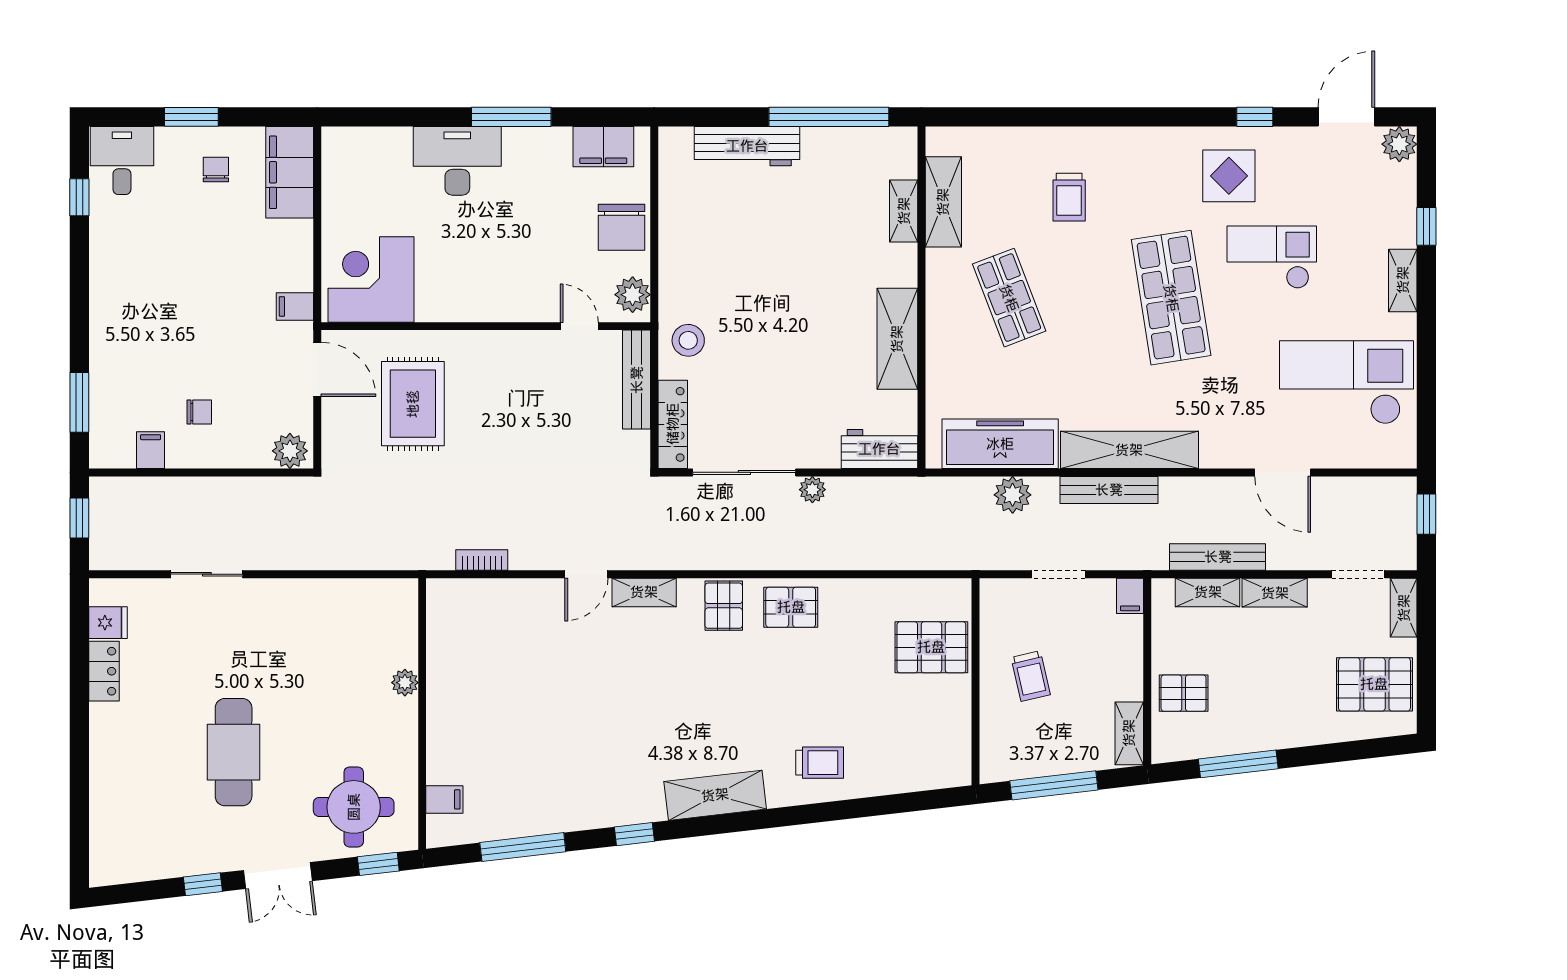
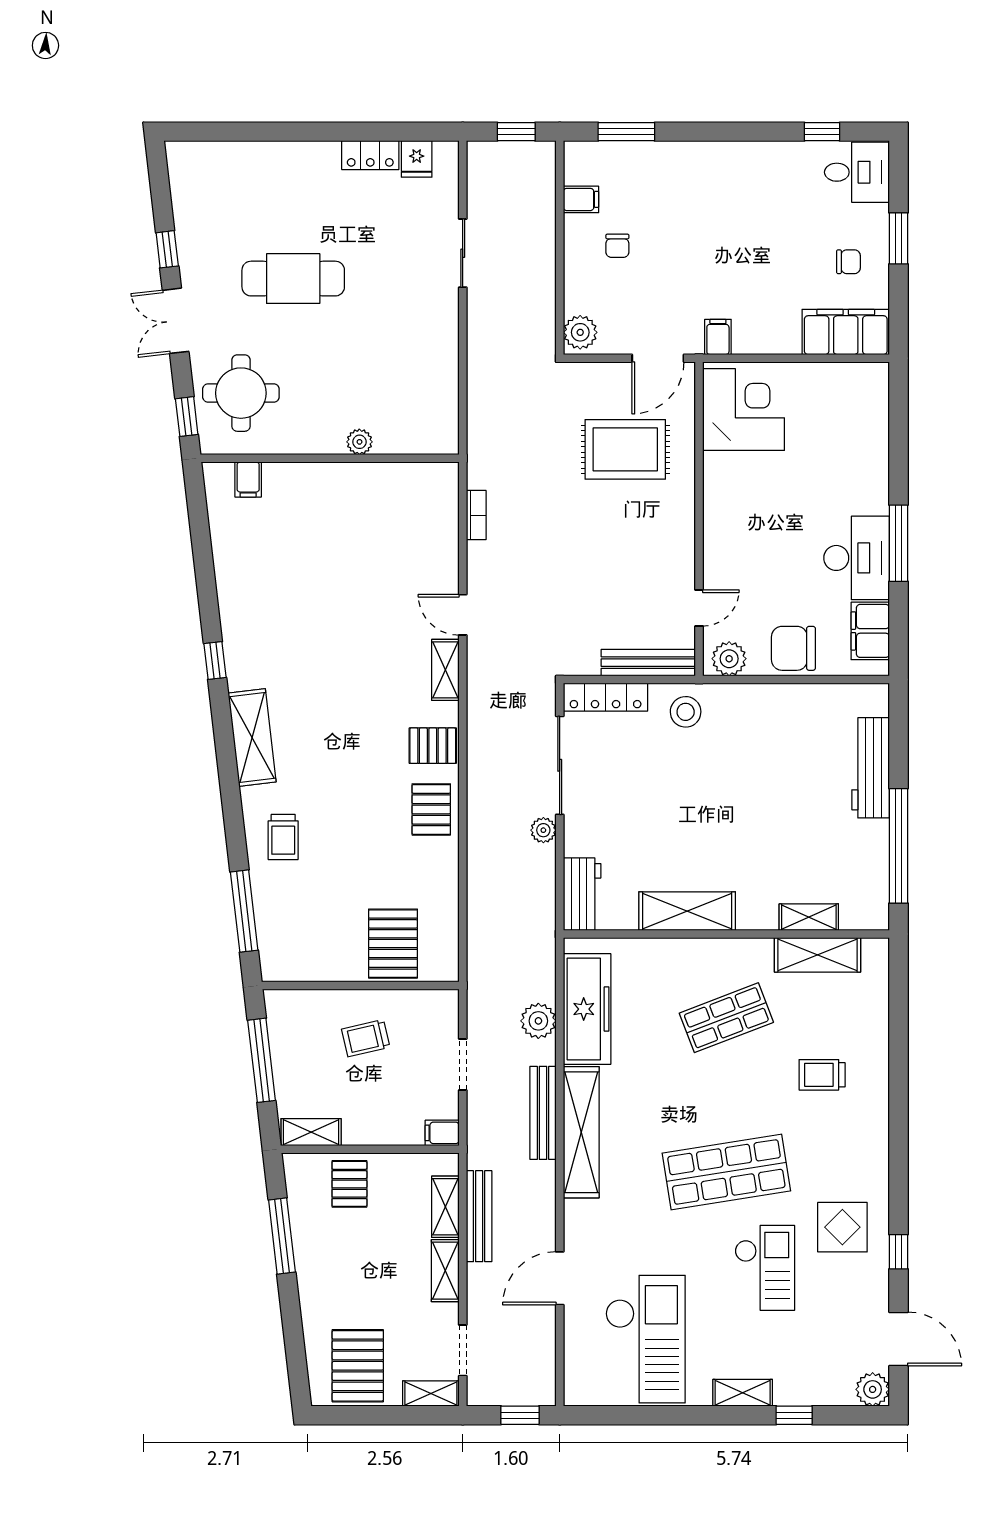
desk: (457, 161) -> (857, 558), moved
window: (523, 847) -> (244, 911), moved

